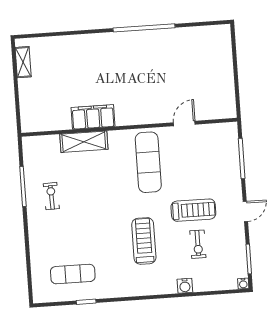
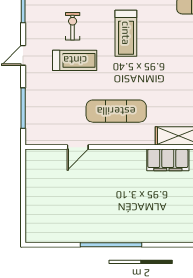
exercise mat: (148, 162) -> (116, 111), turned 90
treadmill: (193, 210) -> (75, 60), turned 180

